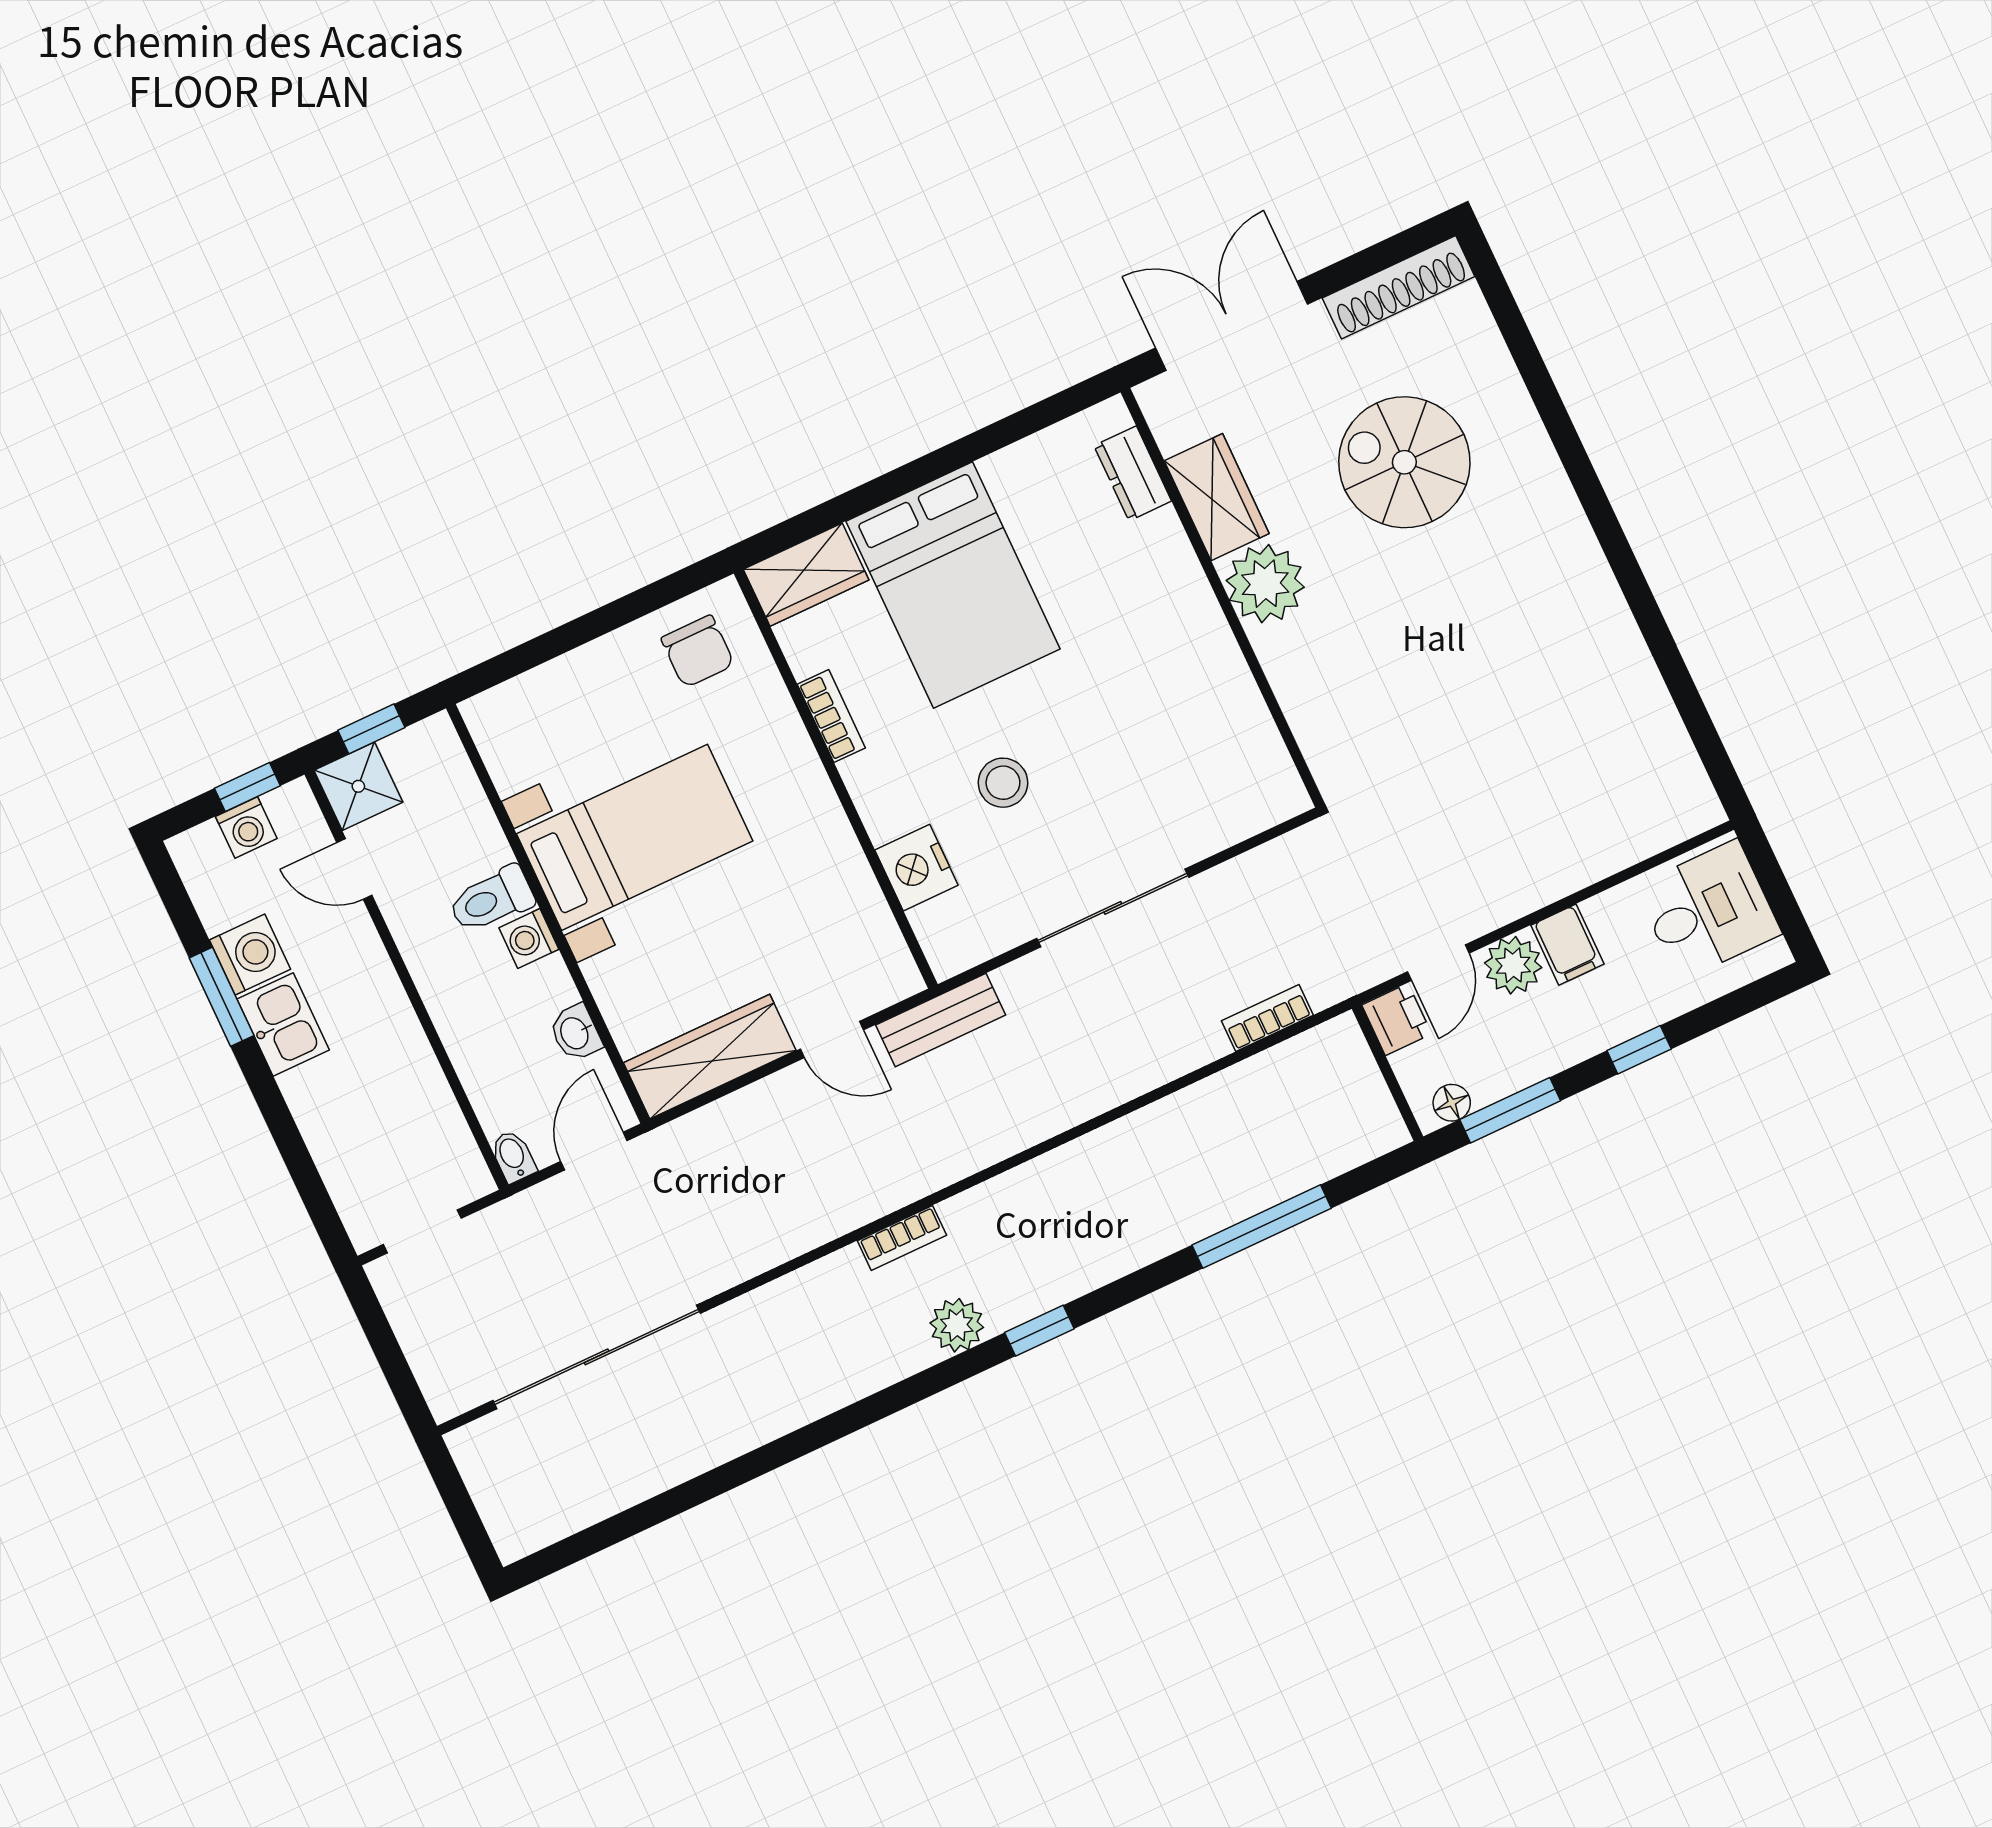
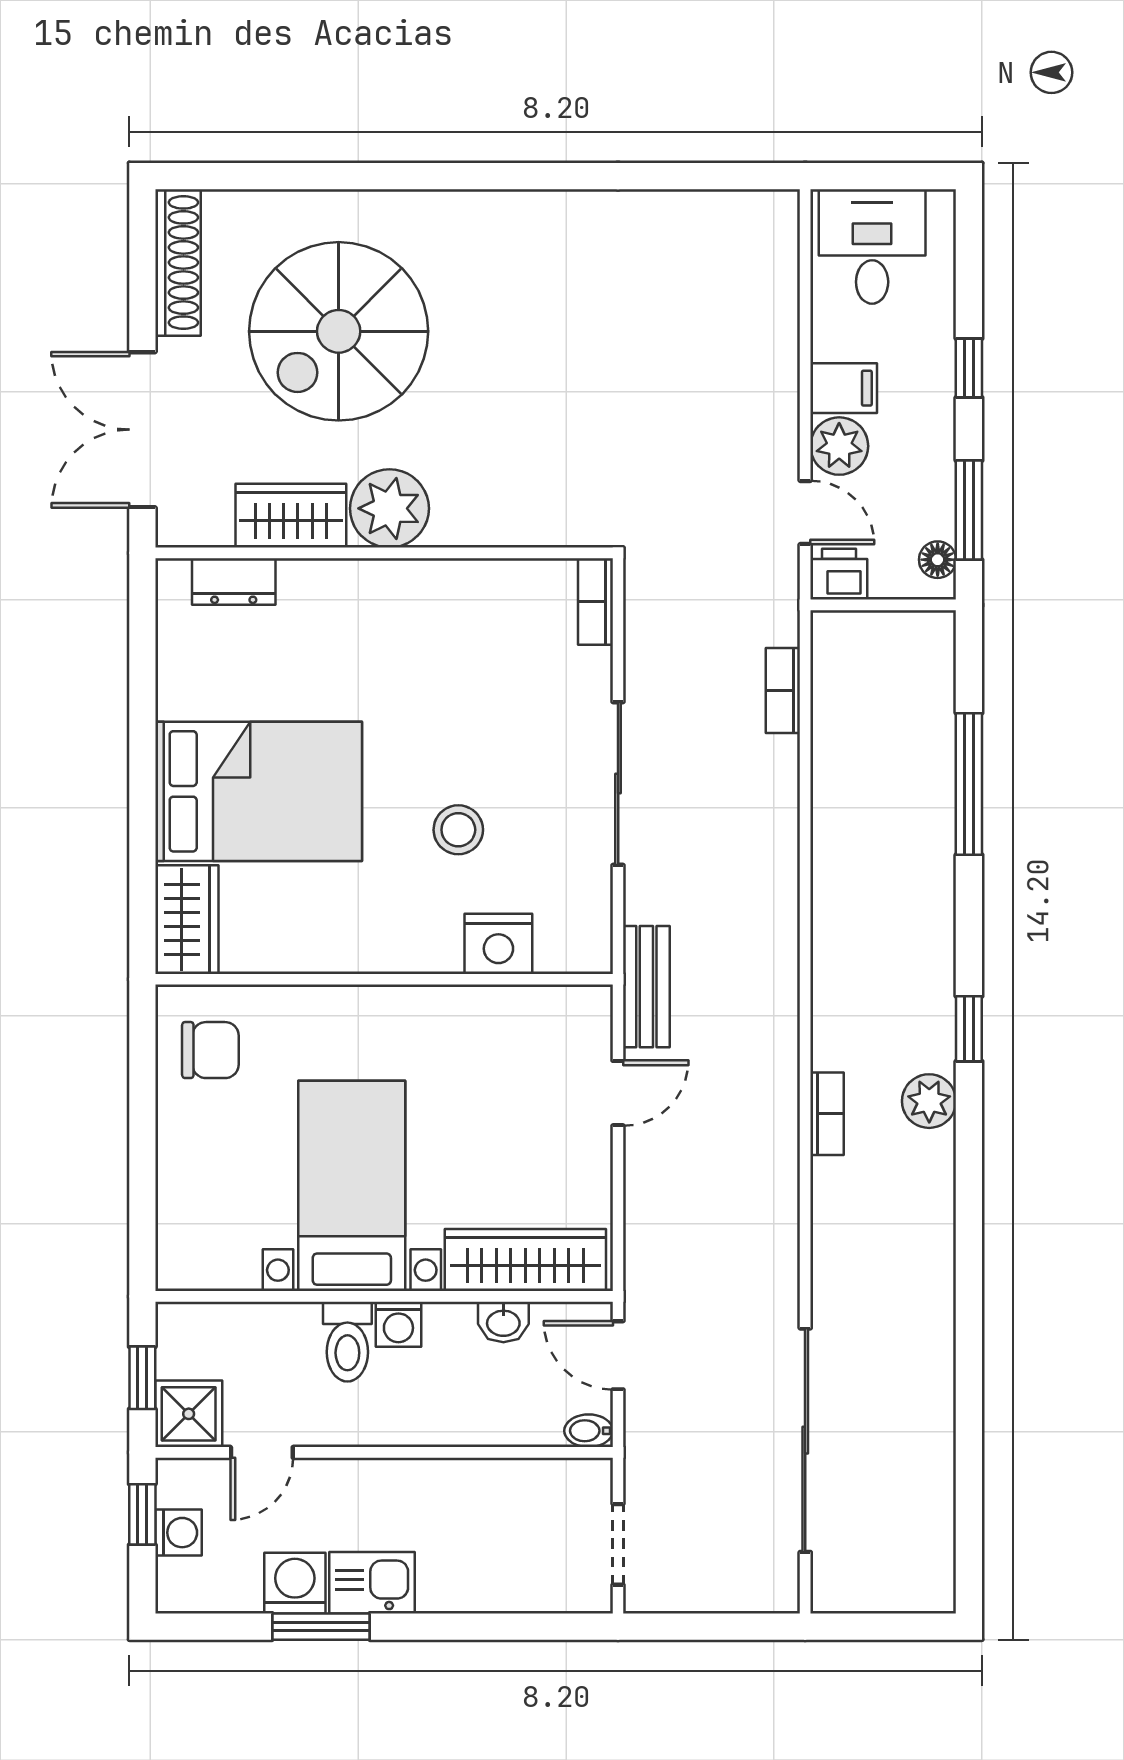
spiral stairs: (1404, 462) -> (339, 331), width x1.37, depth x1.37
bookcase: (831, 716) -> (595, 601), moved, turned -90
wardrobe: (710, 1057) -> (525, 1260), moved, turned 90

